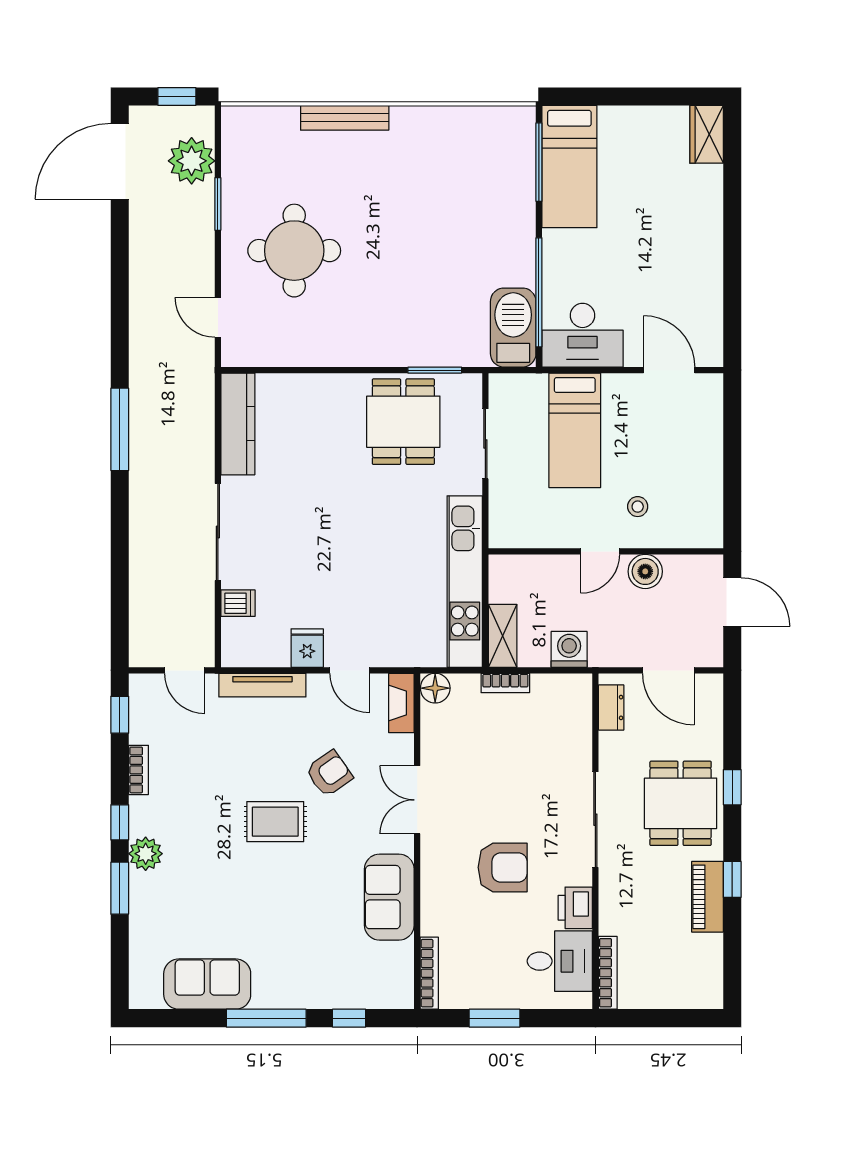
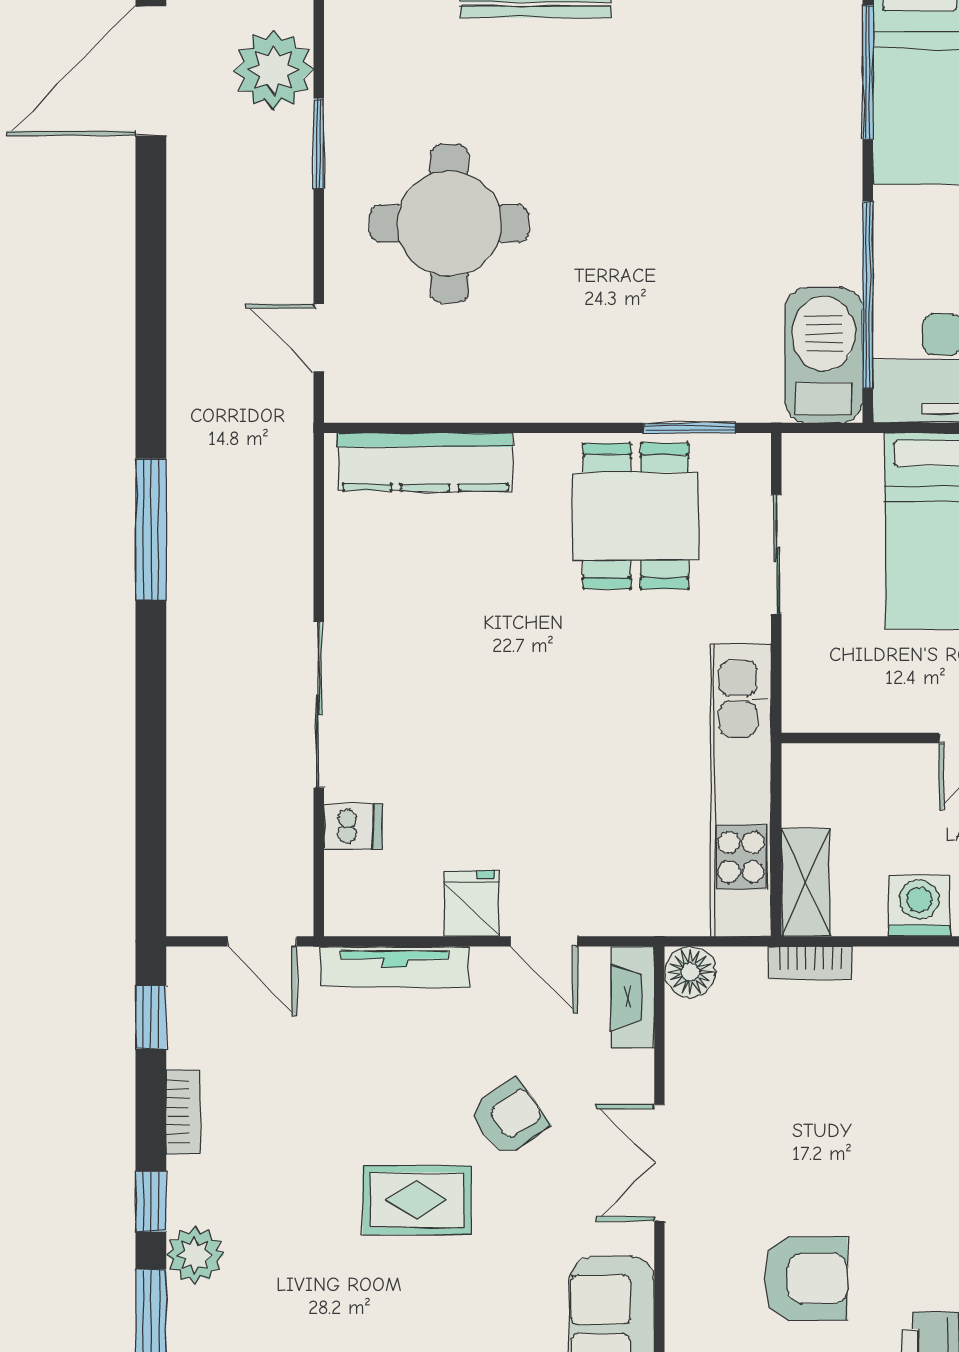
kitchen counter: (238, 424) -> (425, 462), moved, turned 90

